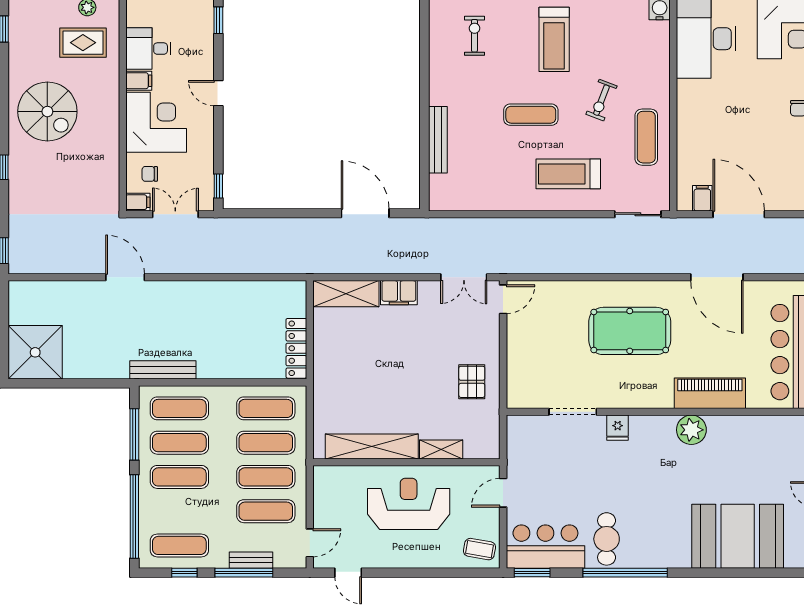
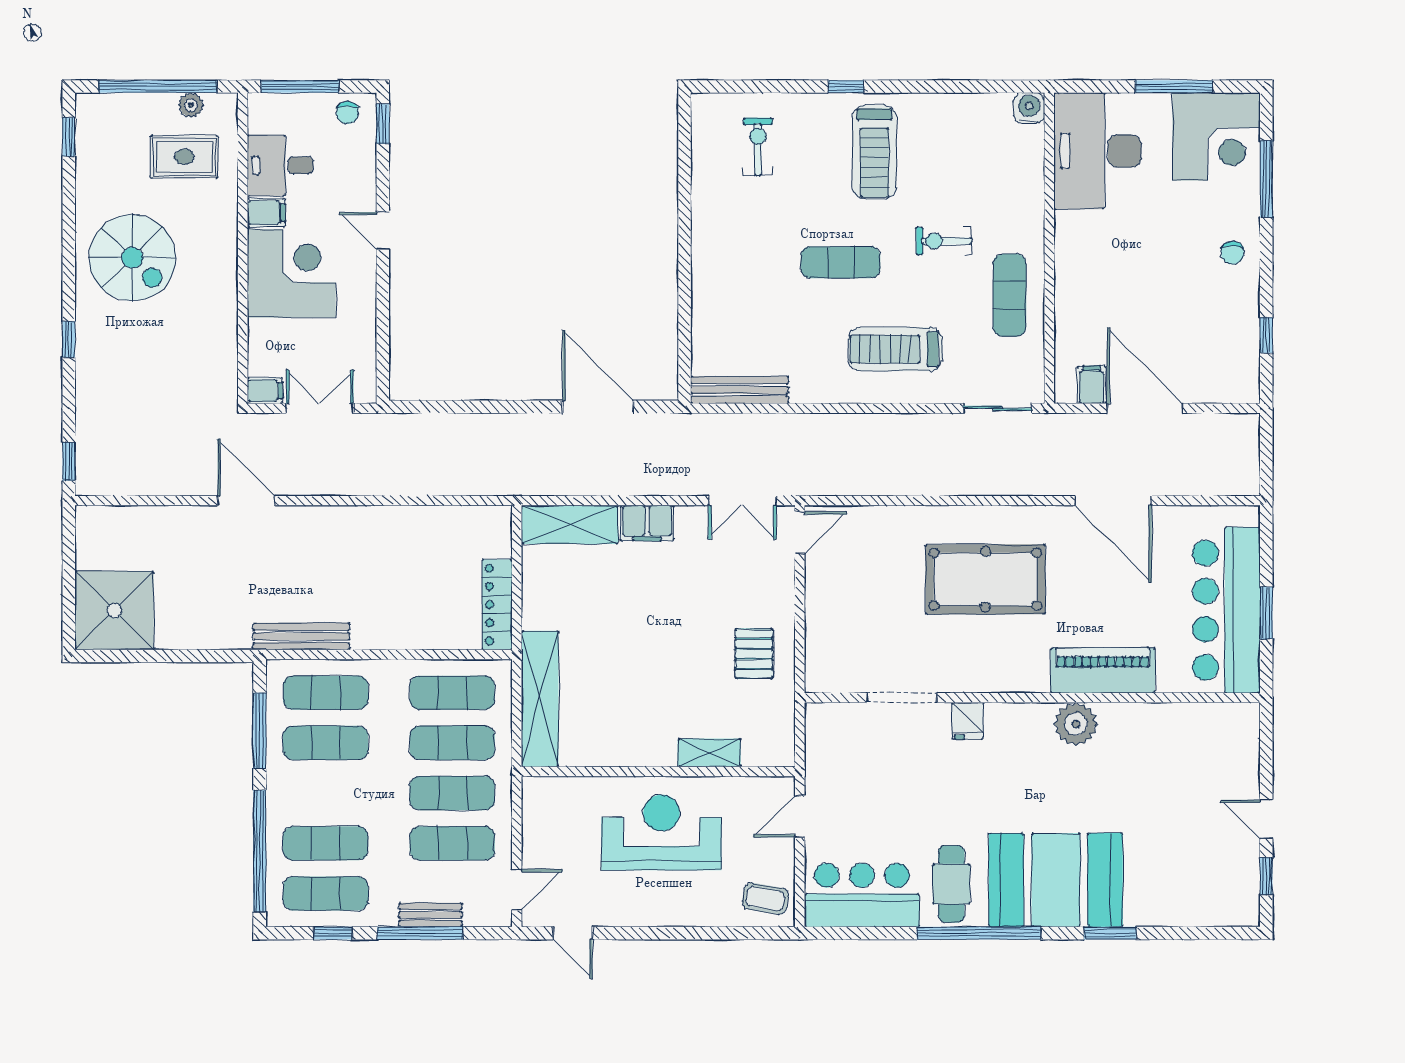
exercise bike: (601, 100) -> (944, 241), turned 69
bench: (438, 140) -> (740, 390), moved, turned 90
chair: (150, 174) -> (347, 113), moved, turned -90
window: (218, 186) -> (383, 367), removed
shelving: (372, 446) -> (540, 699), moved, turned 90
exercise mat: (179, 477) -> (326, 843), moved
booth: (738, 536) -> (1056, 880), moved
window: (532, 573) -> (1110, 933), moved

